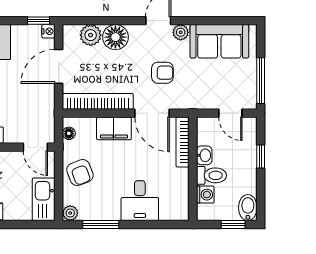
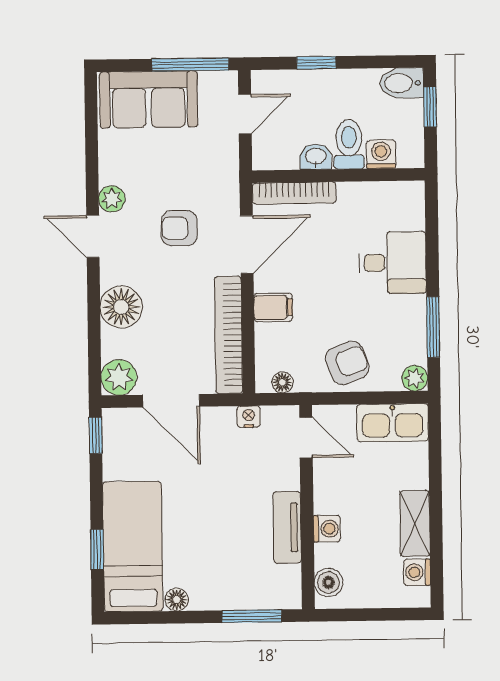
nightstand: (48, 31) -> (249, 417), moved
plant: (91, 35) -> (119, 377), moved
sofa: (219, 41) -> (149, 100), moved, turned 90
armchair: (162, 73) -> (179, 228), turned -90
filing cabinet: (114, 128) -> (273, 307), width x0.50
door: (35, 147) -> (306, 437), hinge flipped

